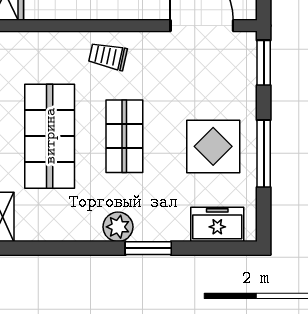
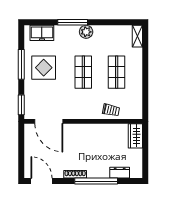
trolley: (108, 56) -> (111, 110), moved
shop shelf: (50, 136) -> (117, 72), width x0.70, depth x0.74
window: (148, 248) -> (73, 22), width x1.44

